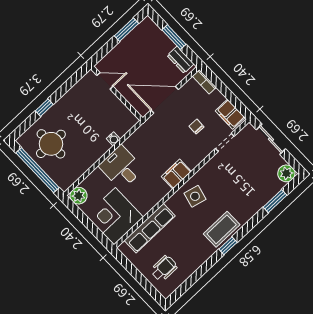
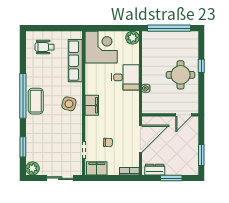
round table: (51, 144) -> (181, 75), moved
window: (228, 246) -> (23, 96), width x3.17
wheelchair: (164, 268) -> (45, 47), turned 90

